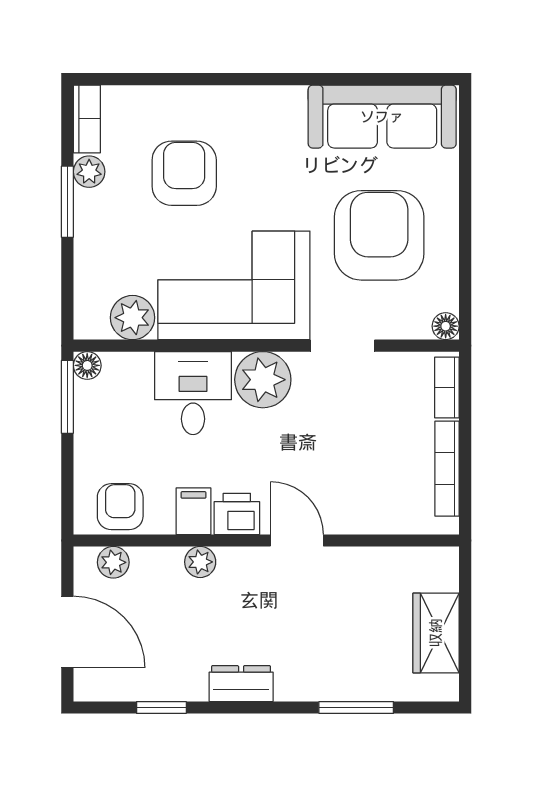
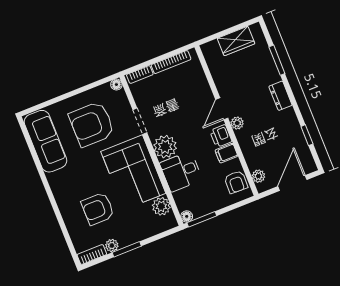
armchair: (120, 507) -> (236, 182), turned -88
plant: (200, 562) -> (237, 123), moved
dresser: (241, 684) -> (280, 96), moved

